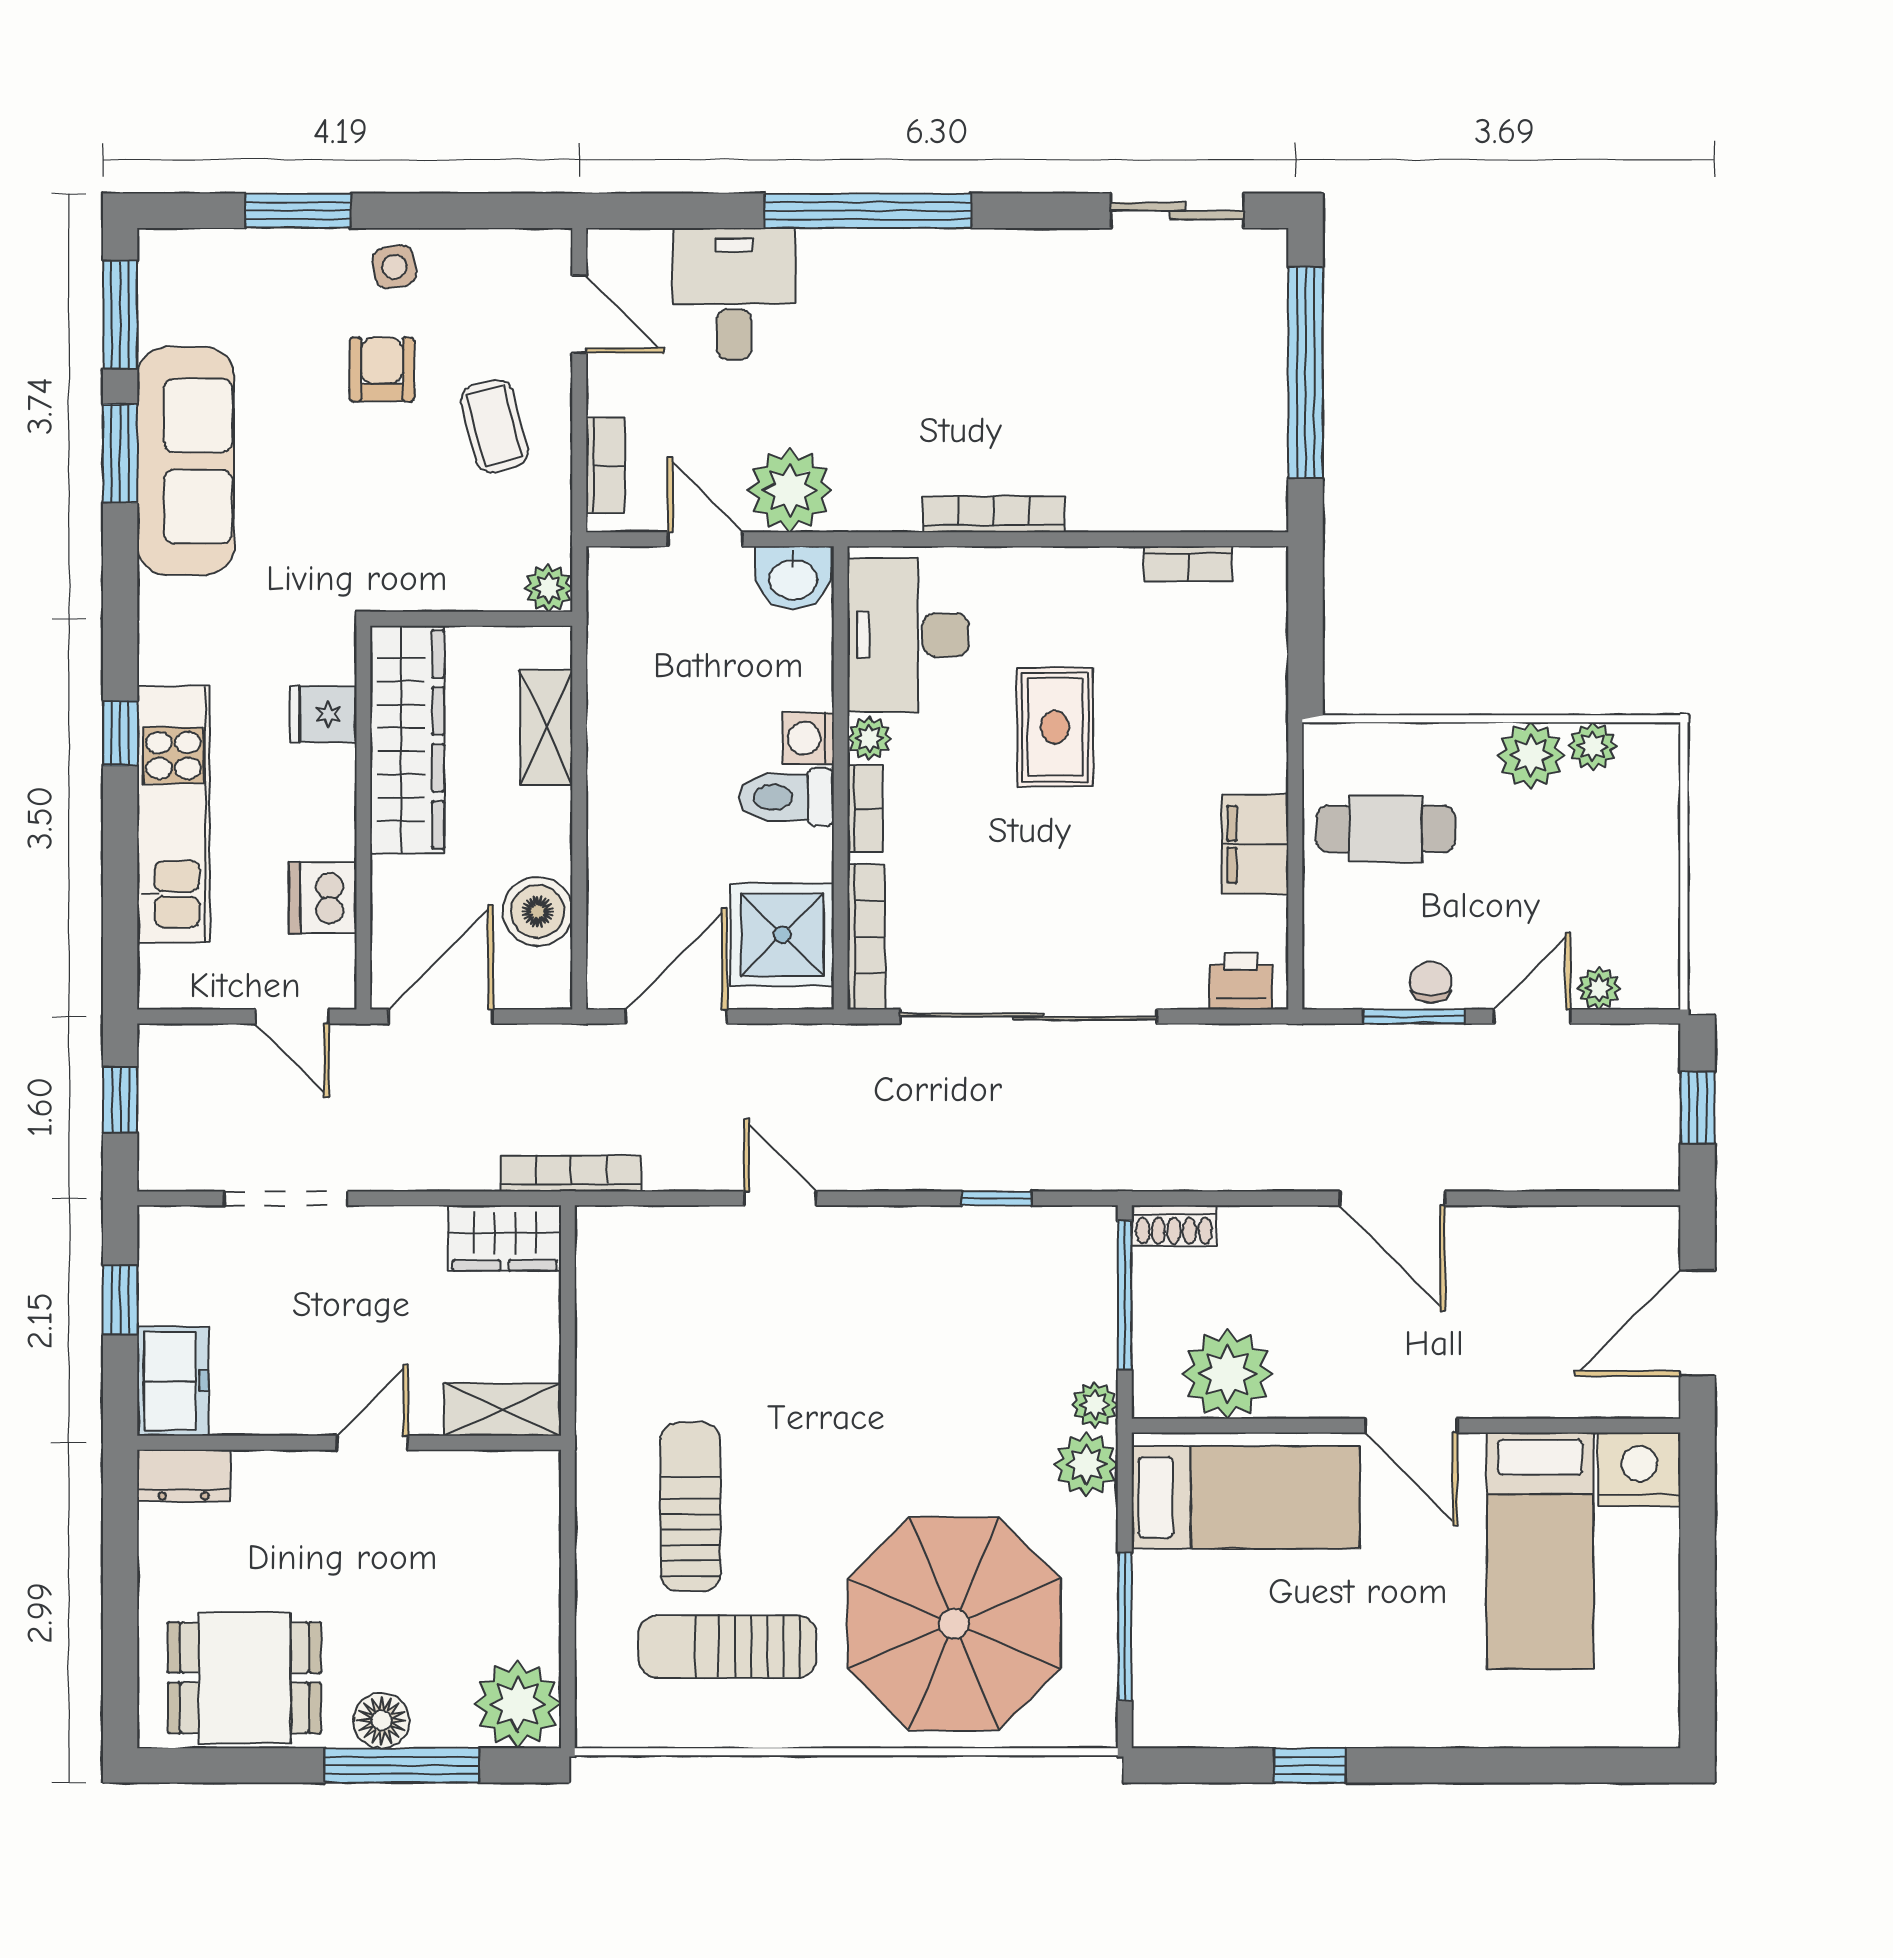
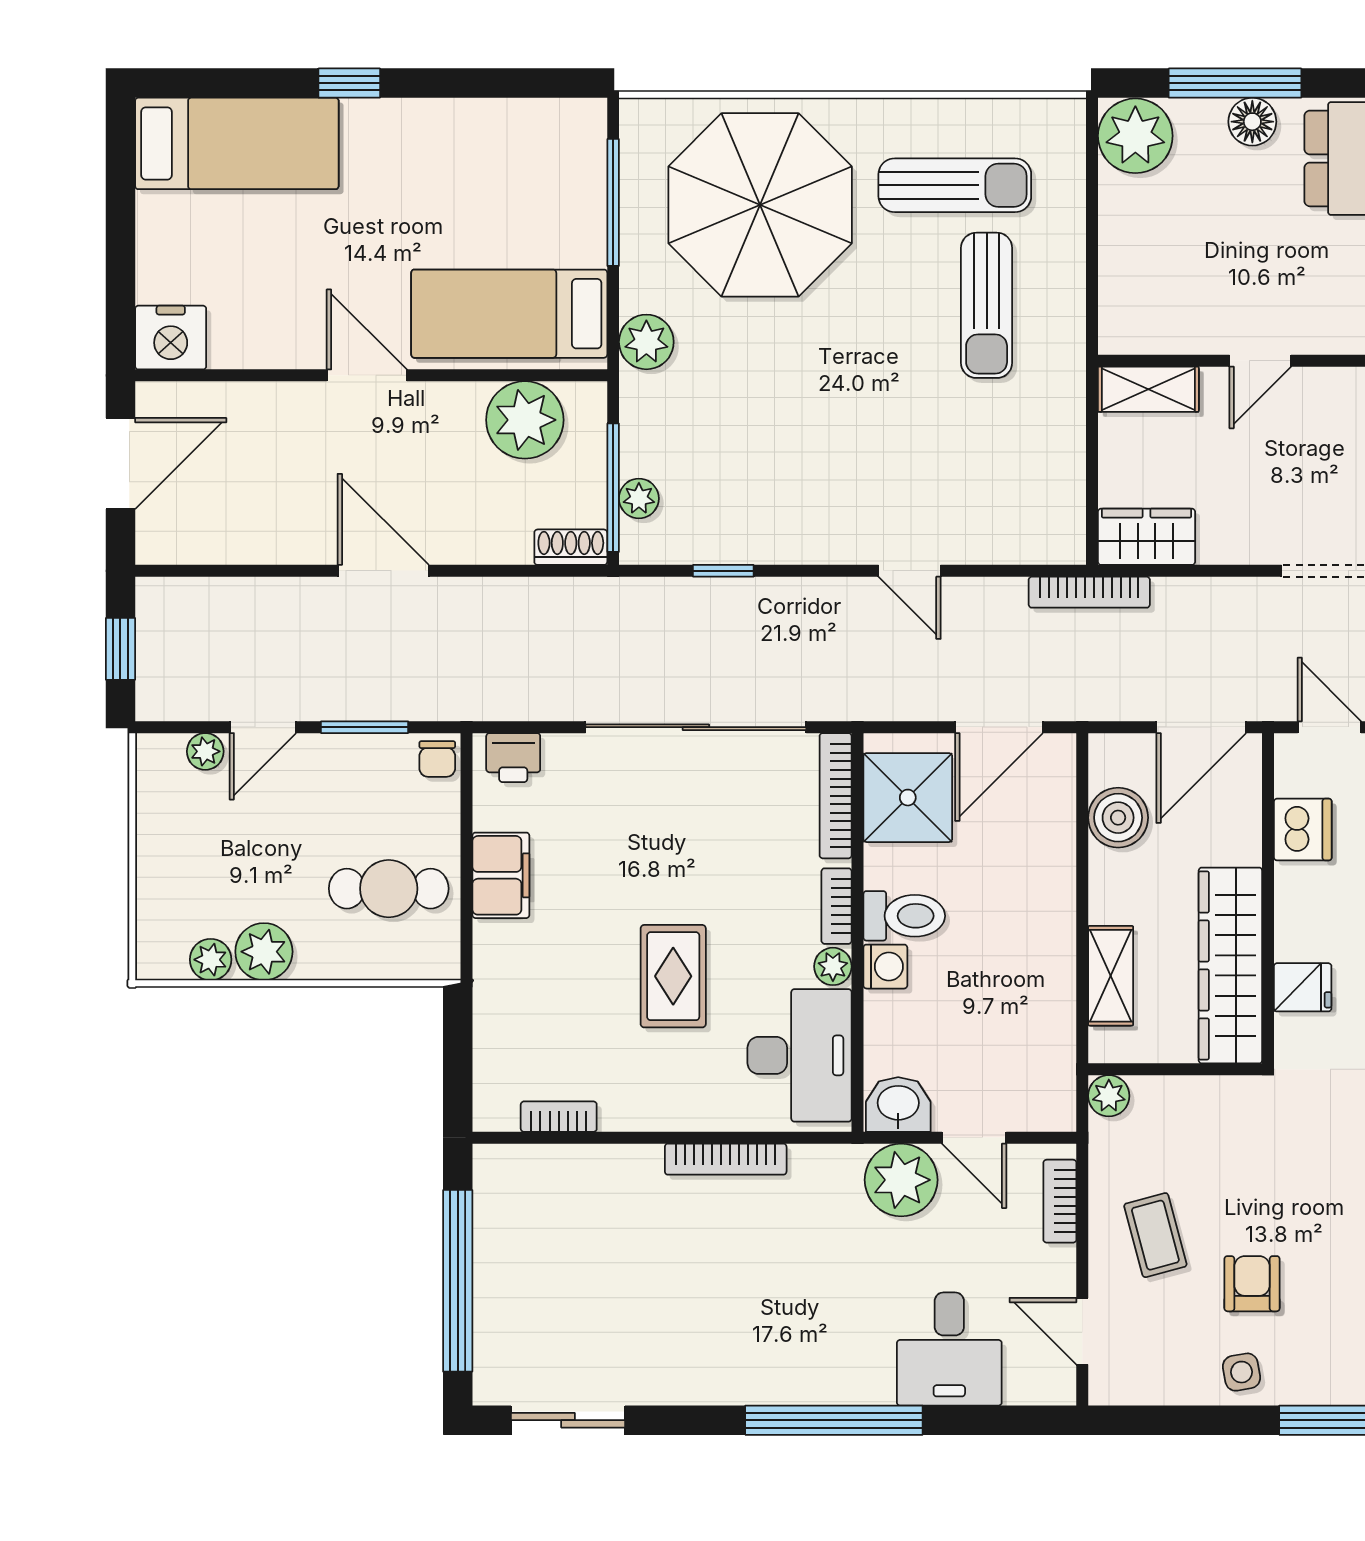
armchair: (382, 370) -> (1252, 1284), turned 180
chair: (1431, 982) -> (437, 759), moved
plant: (1095, 1405) -> (639, 498), moved
bed: (1540, 1551) -> (237, 143), moved, turned 90
window: (1310, 1765) -> (349, 83), moved

